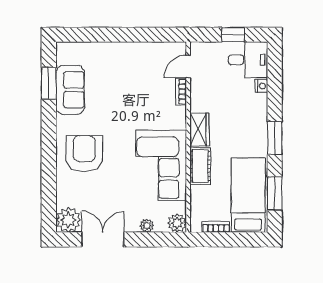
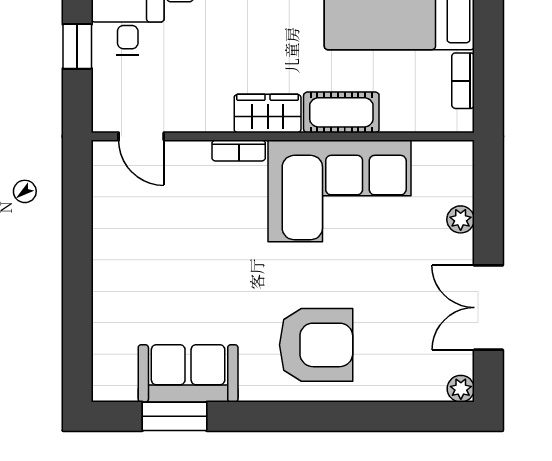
bookcase: (181, 92) -> (239, 151), moved
armchair: (84, 154) -> (316, 345), turned 180
plant: (68, 220) -> (461, 389), width x0.53, depth x0.53
plant: (177, 223) -> (455, 159), removed

